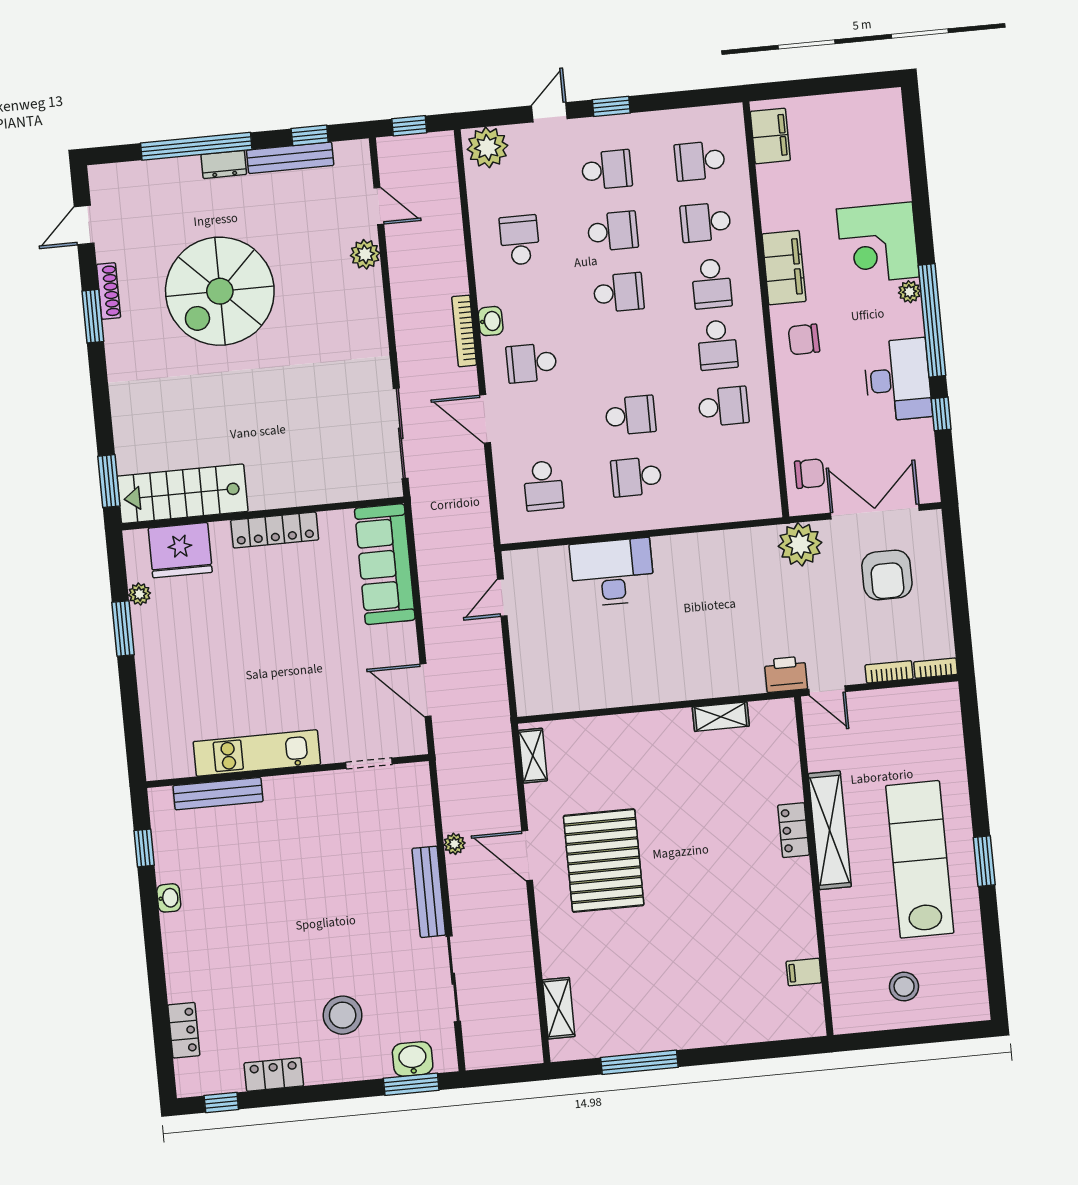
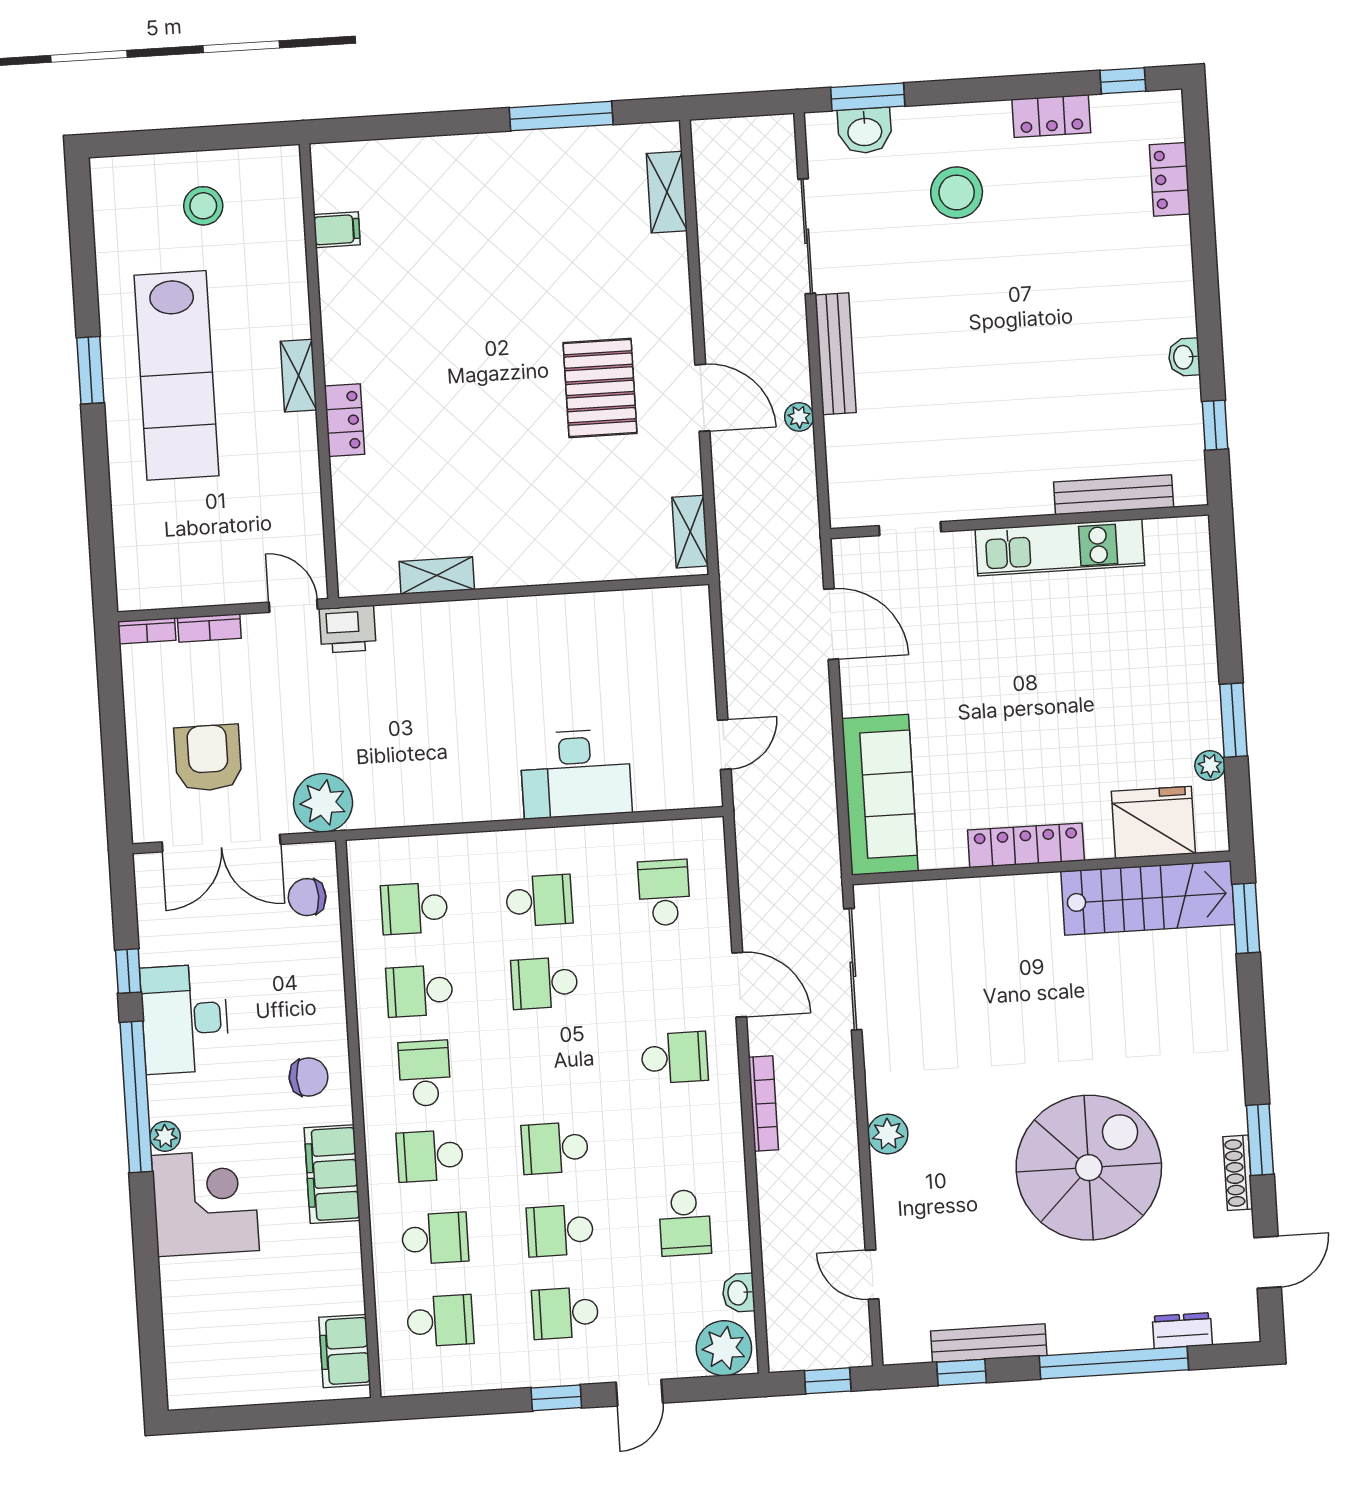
dresser: (224, 164) -> (1182, 1331), moved
plant: (365, 254) -> (888, 1134), moved
school desk: (712, 284) -> (430, 1156), turned -90
washbasin: (491, 321) -> (739, 1293), moved
school desk: (729, 468) -> (414, 908), added
shelving: (830, 830) -> (298, 376), width x0.45, depth x0.75
pallet: (604, 861) -> (600, 388), width x0.73, depth x0.71

